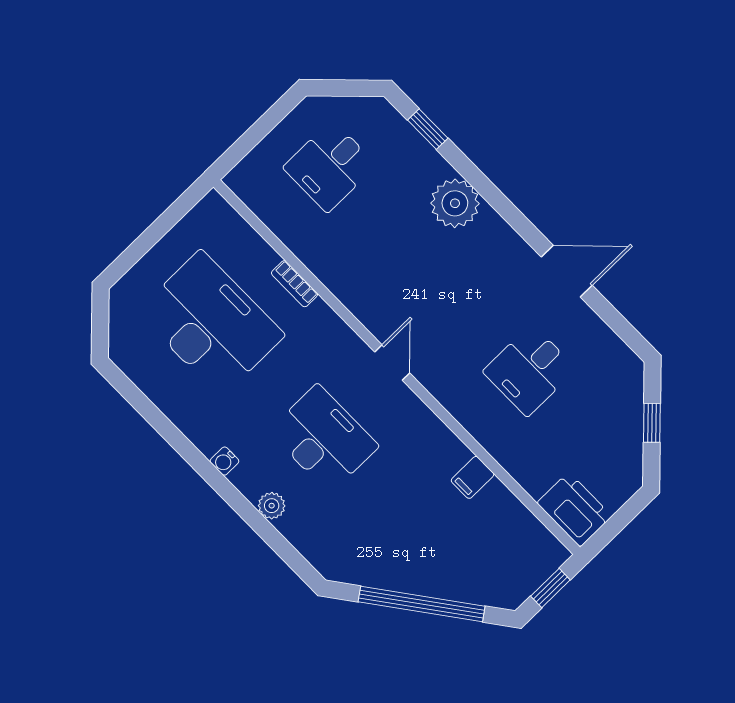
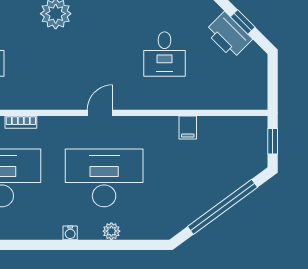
door: (392, 363) -> (100, 113), hinge flipped
desk: (324, 439) -> (104, 178), width x1.36, depth x1.30
printer: (574, 509) -> (229, 35), moved, turned -135

